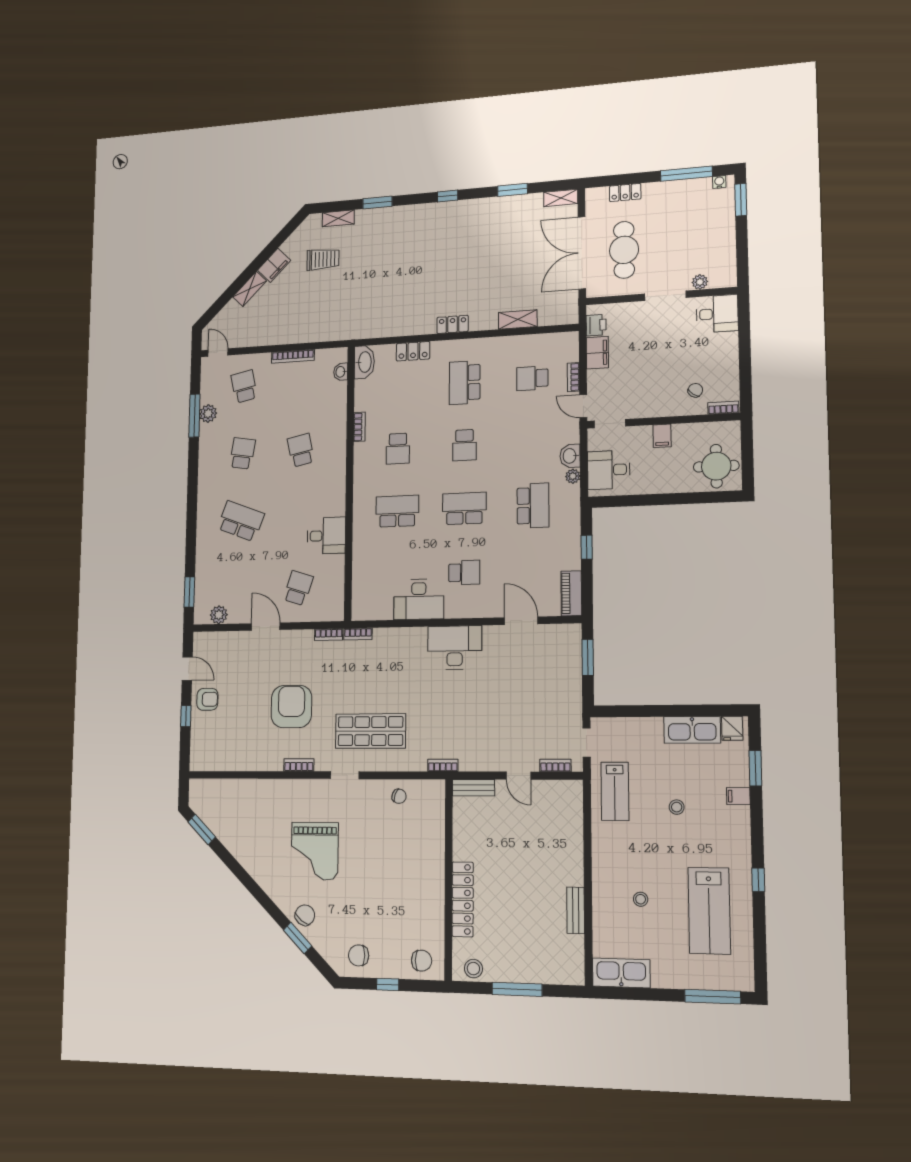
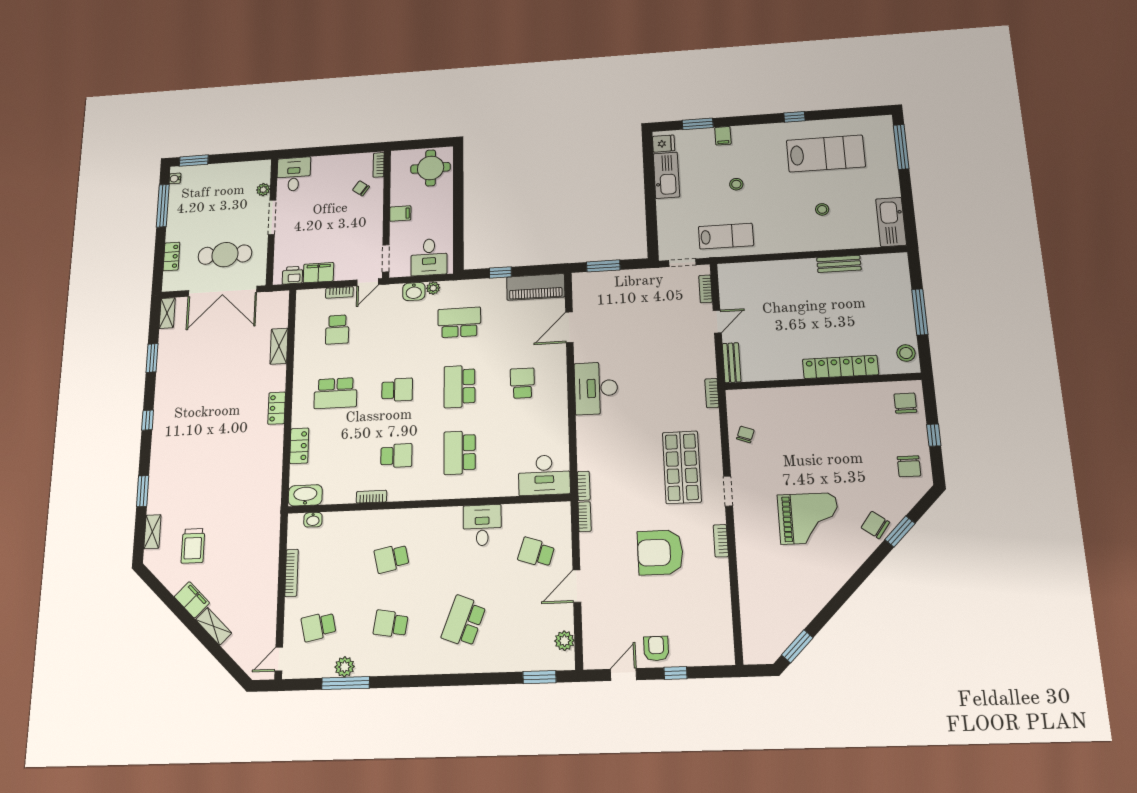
trolley: (323, 259) -> (193, 546), turned 180
piano: (571, 593) -> (536, 287), width x1.37, depth x1.33
desk: (419, 599) -> (544, 475), moved, turned 90

